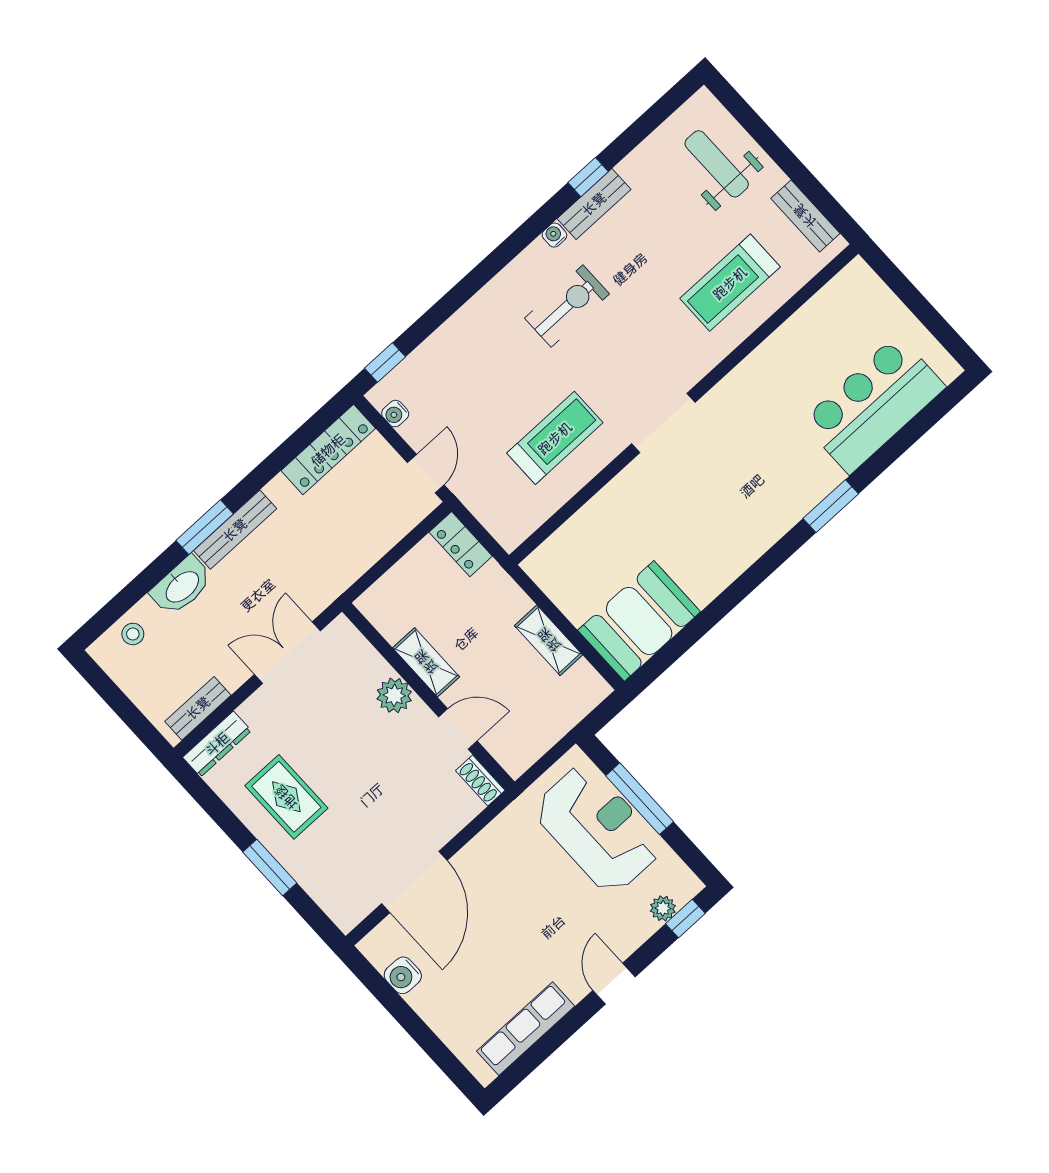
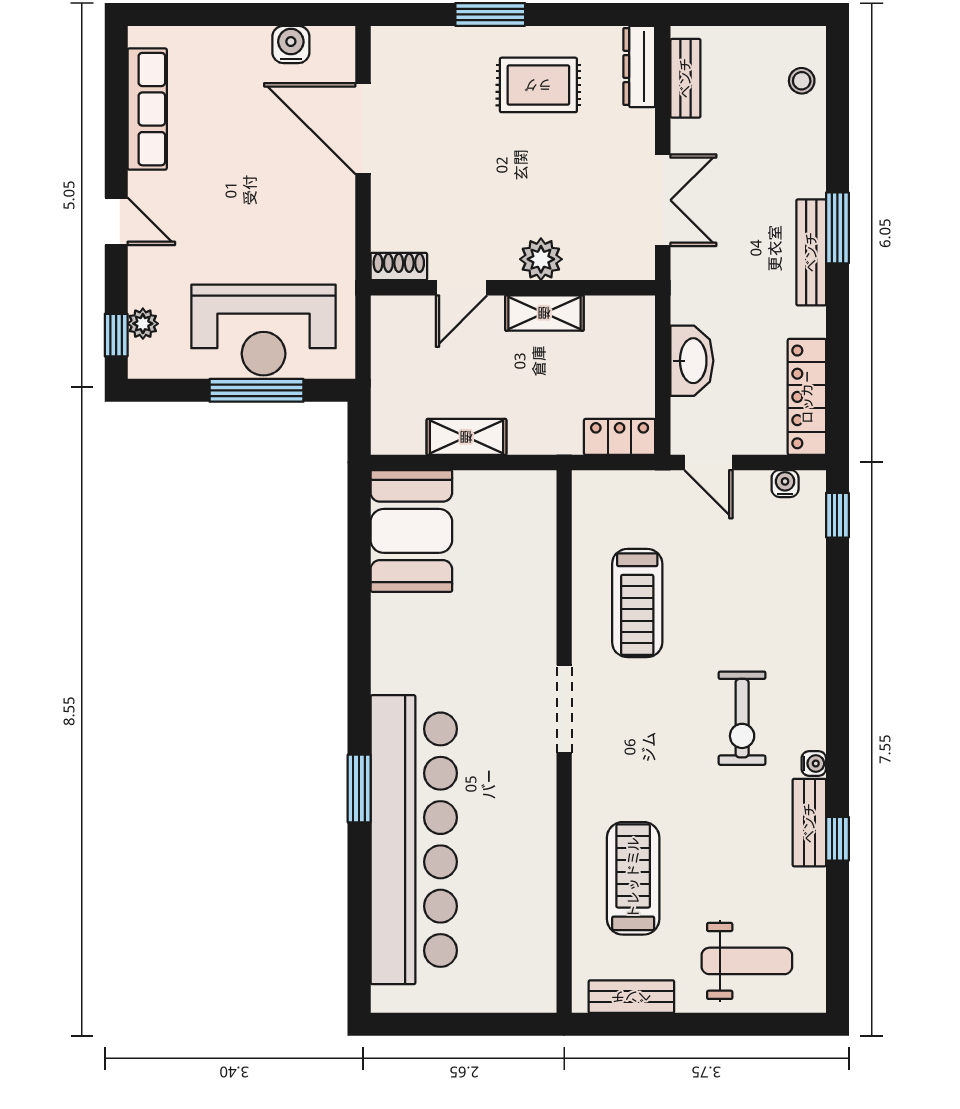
bar counter: (873, 404) -> (414, 840), width x1.86
washbasin: (182, 586) -> (692, 361), moved, turned 180

